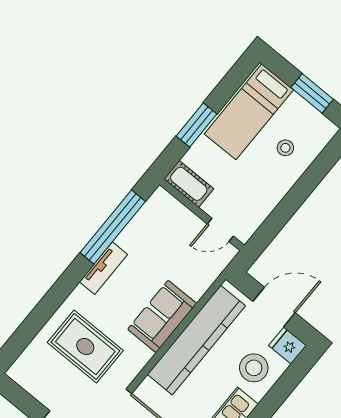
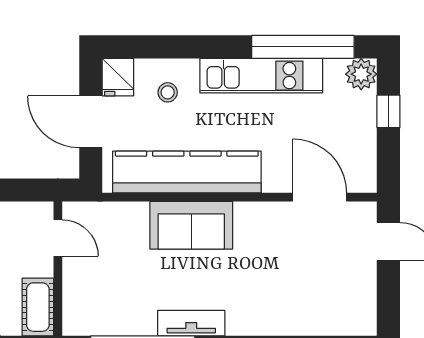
rug: (85, 347) -> (284, 277), removed
stool: (254, 368) -> (168, 92), width x0.53, depth x0.53

